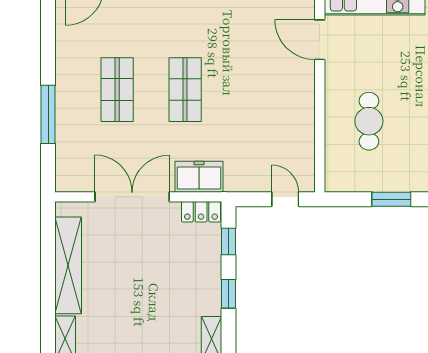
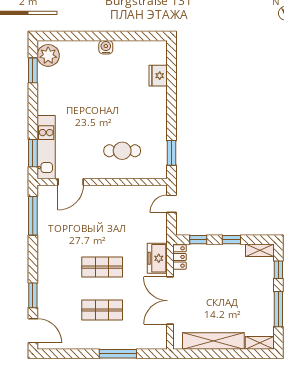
window: (391, 199) -> (172, 153), moved

